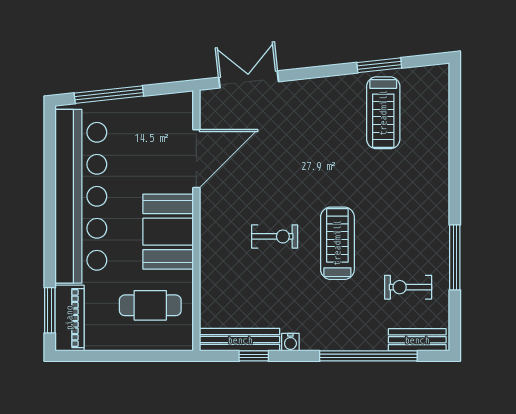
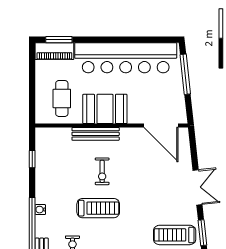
double door: (249, 79) -> (198, 187), moved
door: (196, 159) -> (161, 126), moved
bench: (240, 340) -> (96, 134), moved, turned 90
water cooler: (290, 342) -> (40, 210), moved

